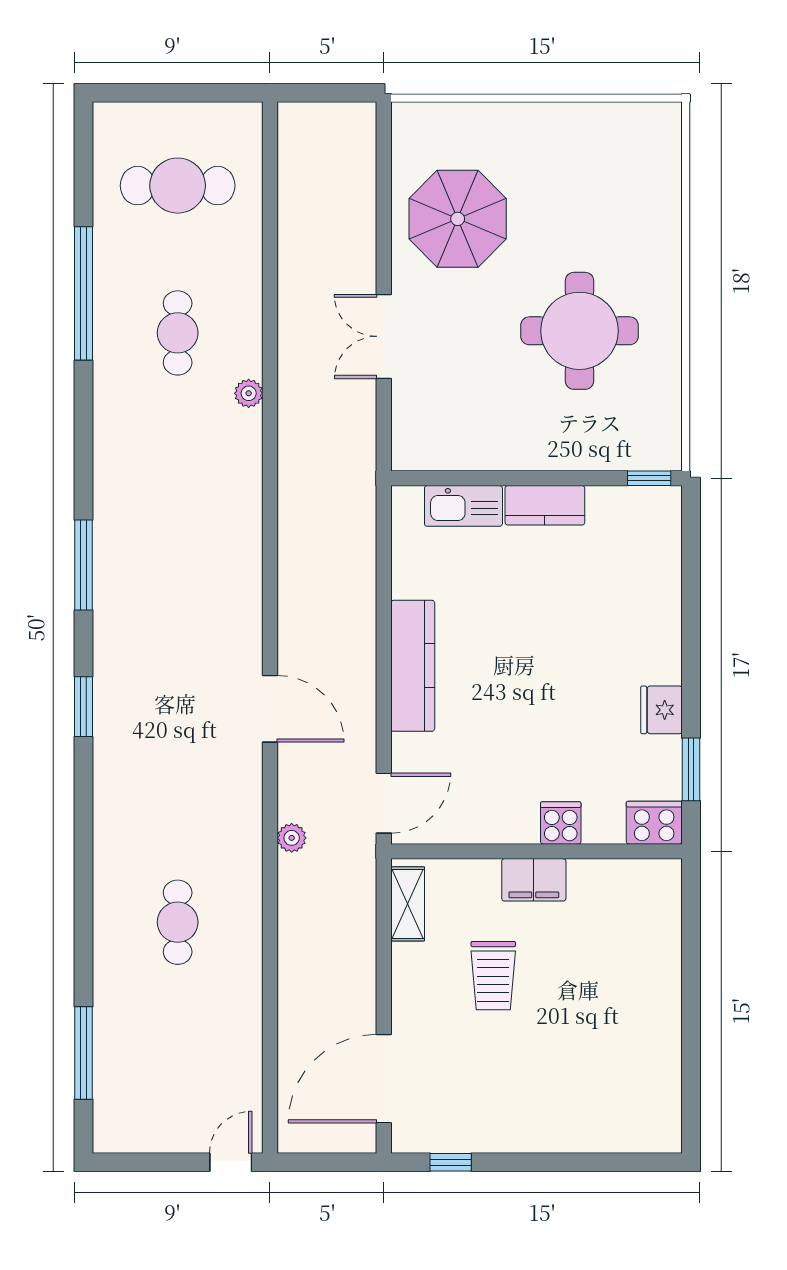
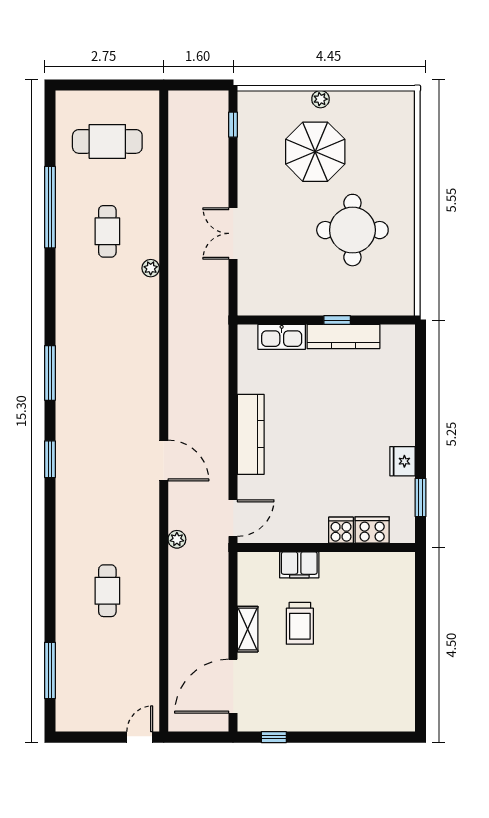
plant: (527, 116) -> (320, 99), added
window: (384, 158) -> (233, 125), added
parasol: (458, 219) -> (315, 152), moved
window: (649, 478) -> (337, 320), moved
kitchen counter: (545, 505) -> (343, 336), width x1.50
cooker: (654, 823) -> (372, 530), moved
filing cabinet: (534, 880) -> (299, 565), moved
shelving: (408, 904) -> (248, 629), moved

